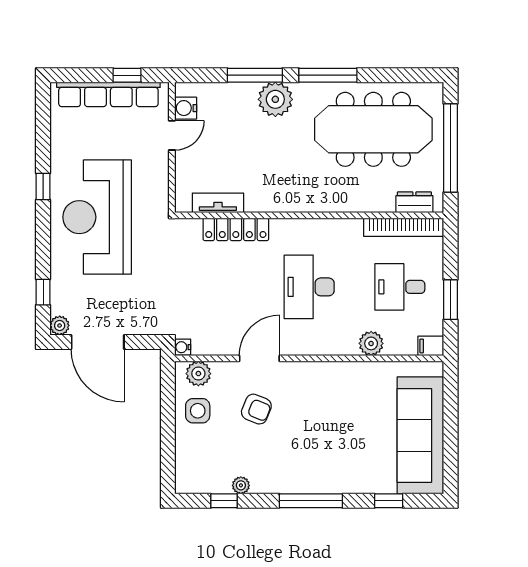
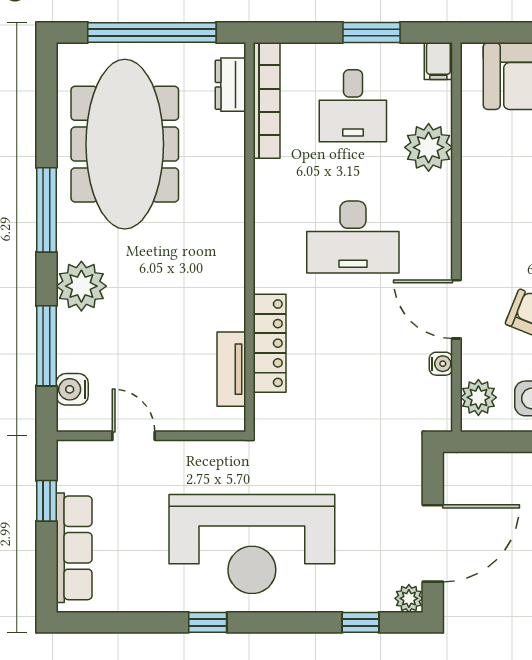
window: (255, 75) -> (46, 346), moved
row of seats: (108, 94) -> (74, 548), width x0.73
water cooler: (186, 108) -> (72, 389), moved, turned 90
plant: (371, 343) -> (429, 147), width x1.36, depth x1.36
water cooler: (183, 347) -> (441, 364), moved, turned -90

